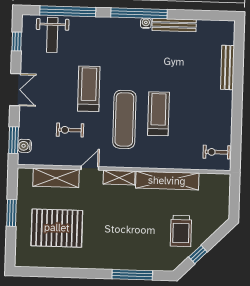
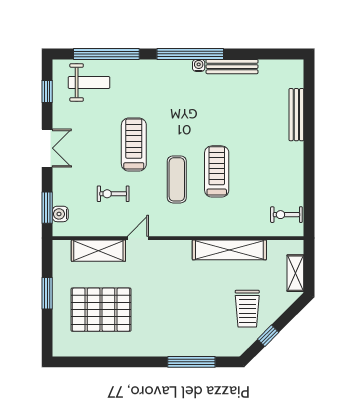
weight bench: (52, 35) -> (89, 82), turned -90
exercise mat: (124, 119) -> (177, 179), width x0.73, depth x0.69
shelving: (119, 178) -> (295, 273), moved, turned 90

